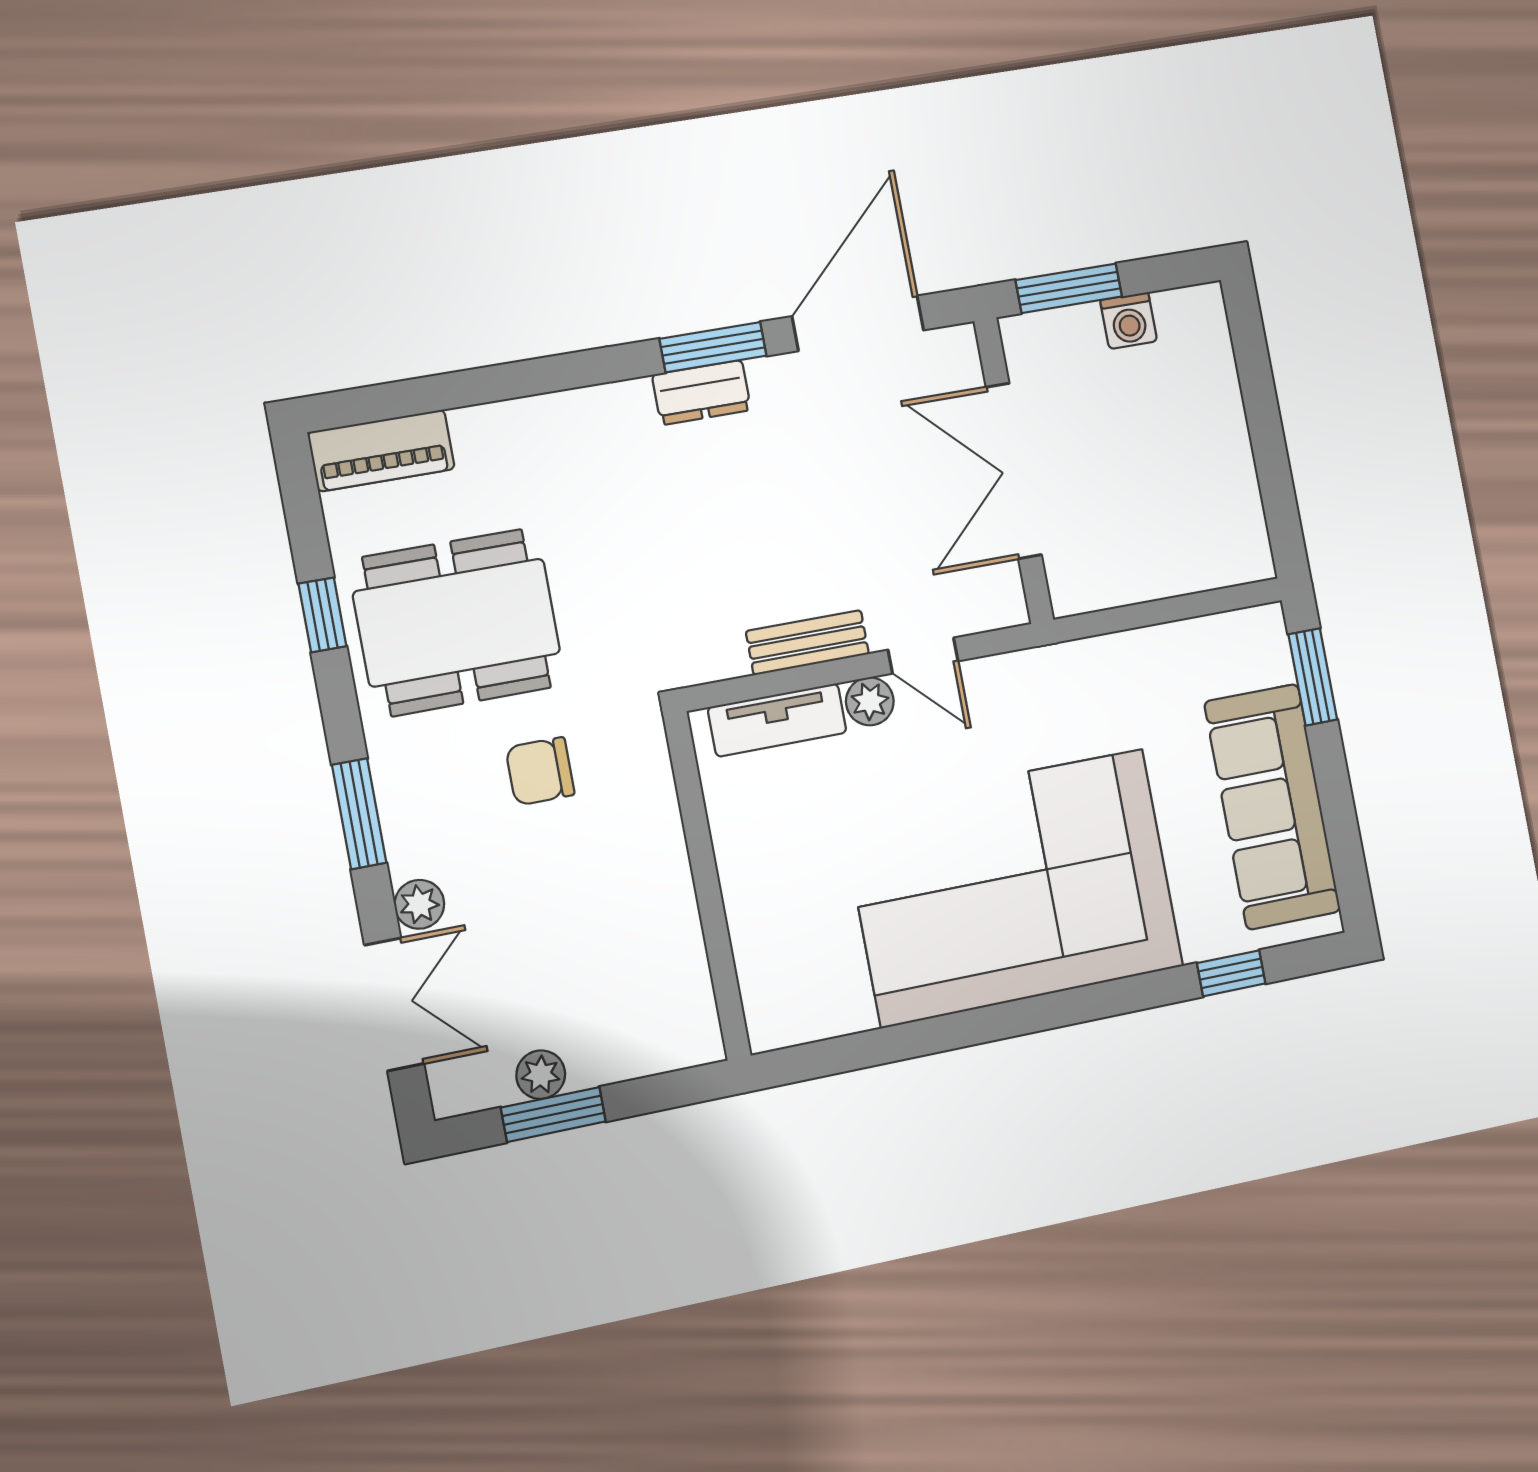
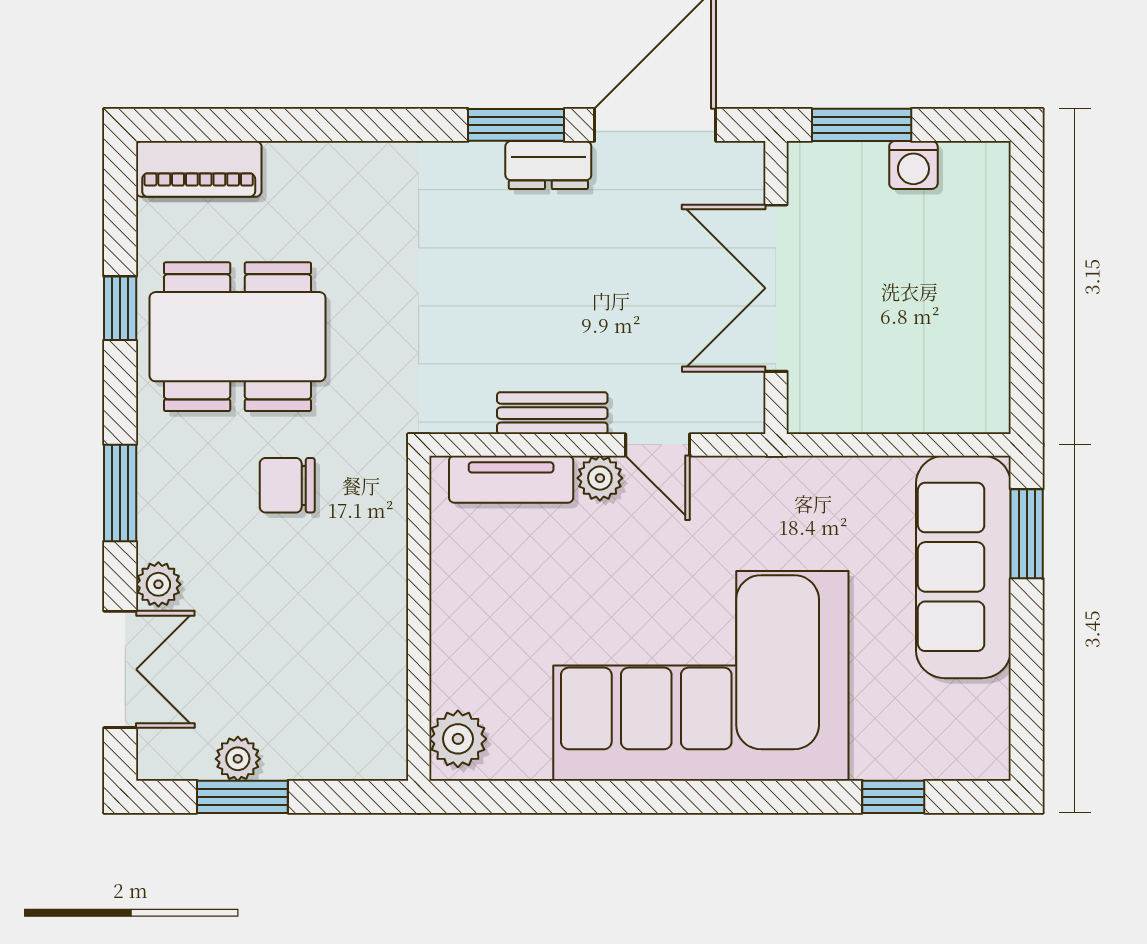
dresser: (702, 392) -> (548, 165), moved
sofa: (1272, 807) -> (963, 567), moved
plant: (772, 1005) -> (458, 739), added

